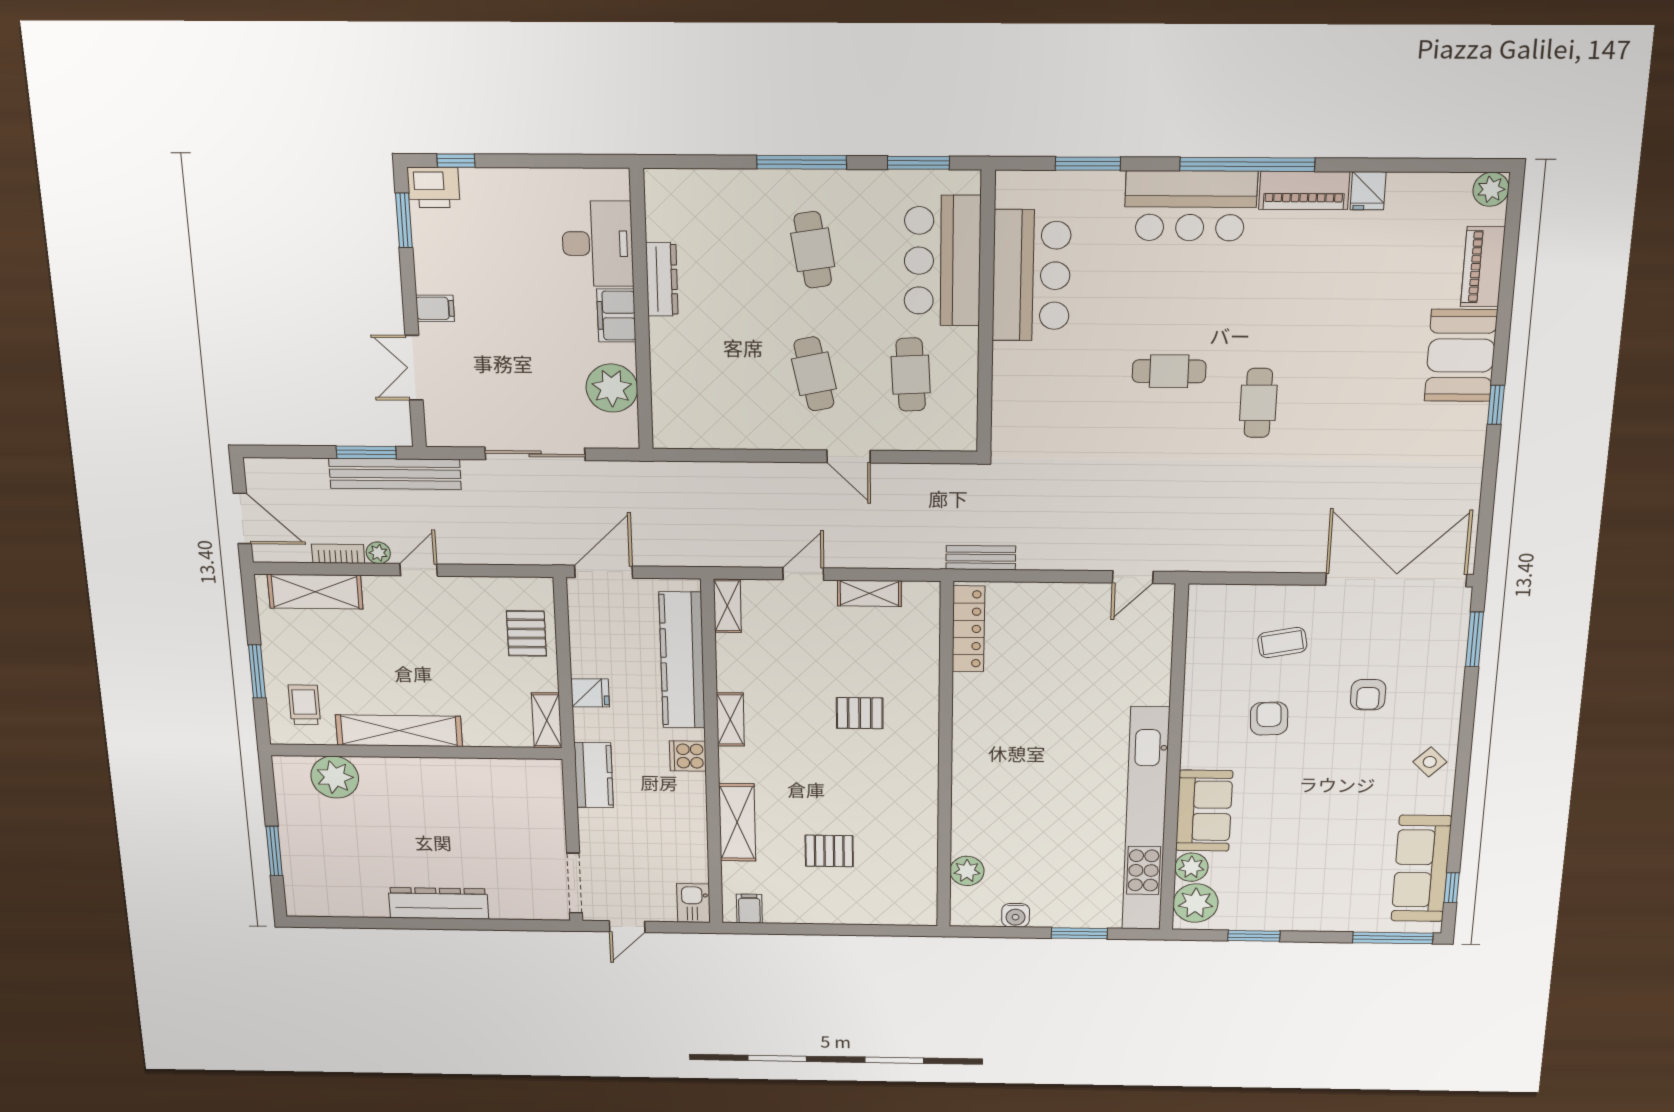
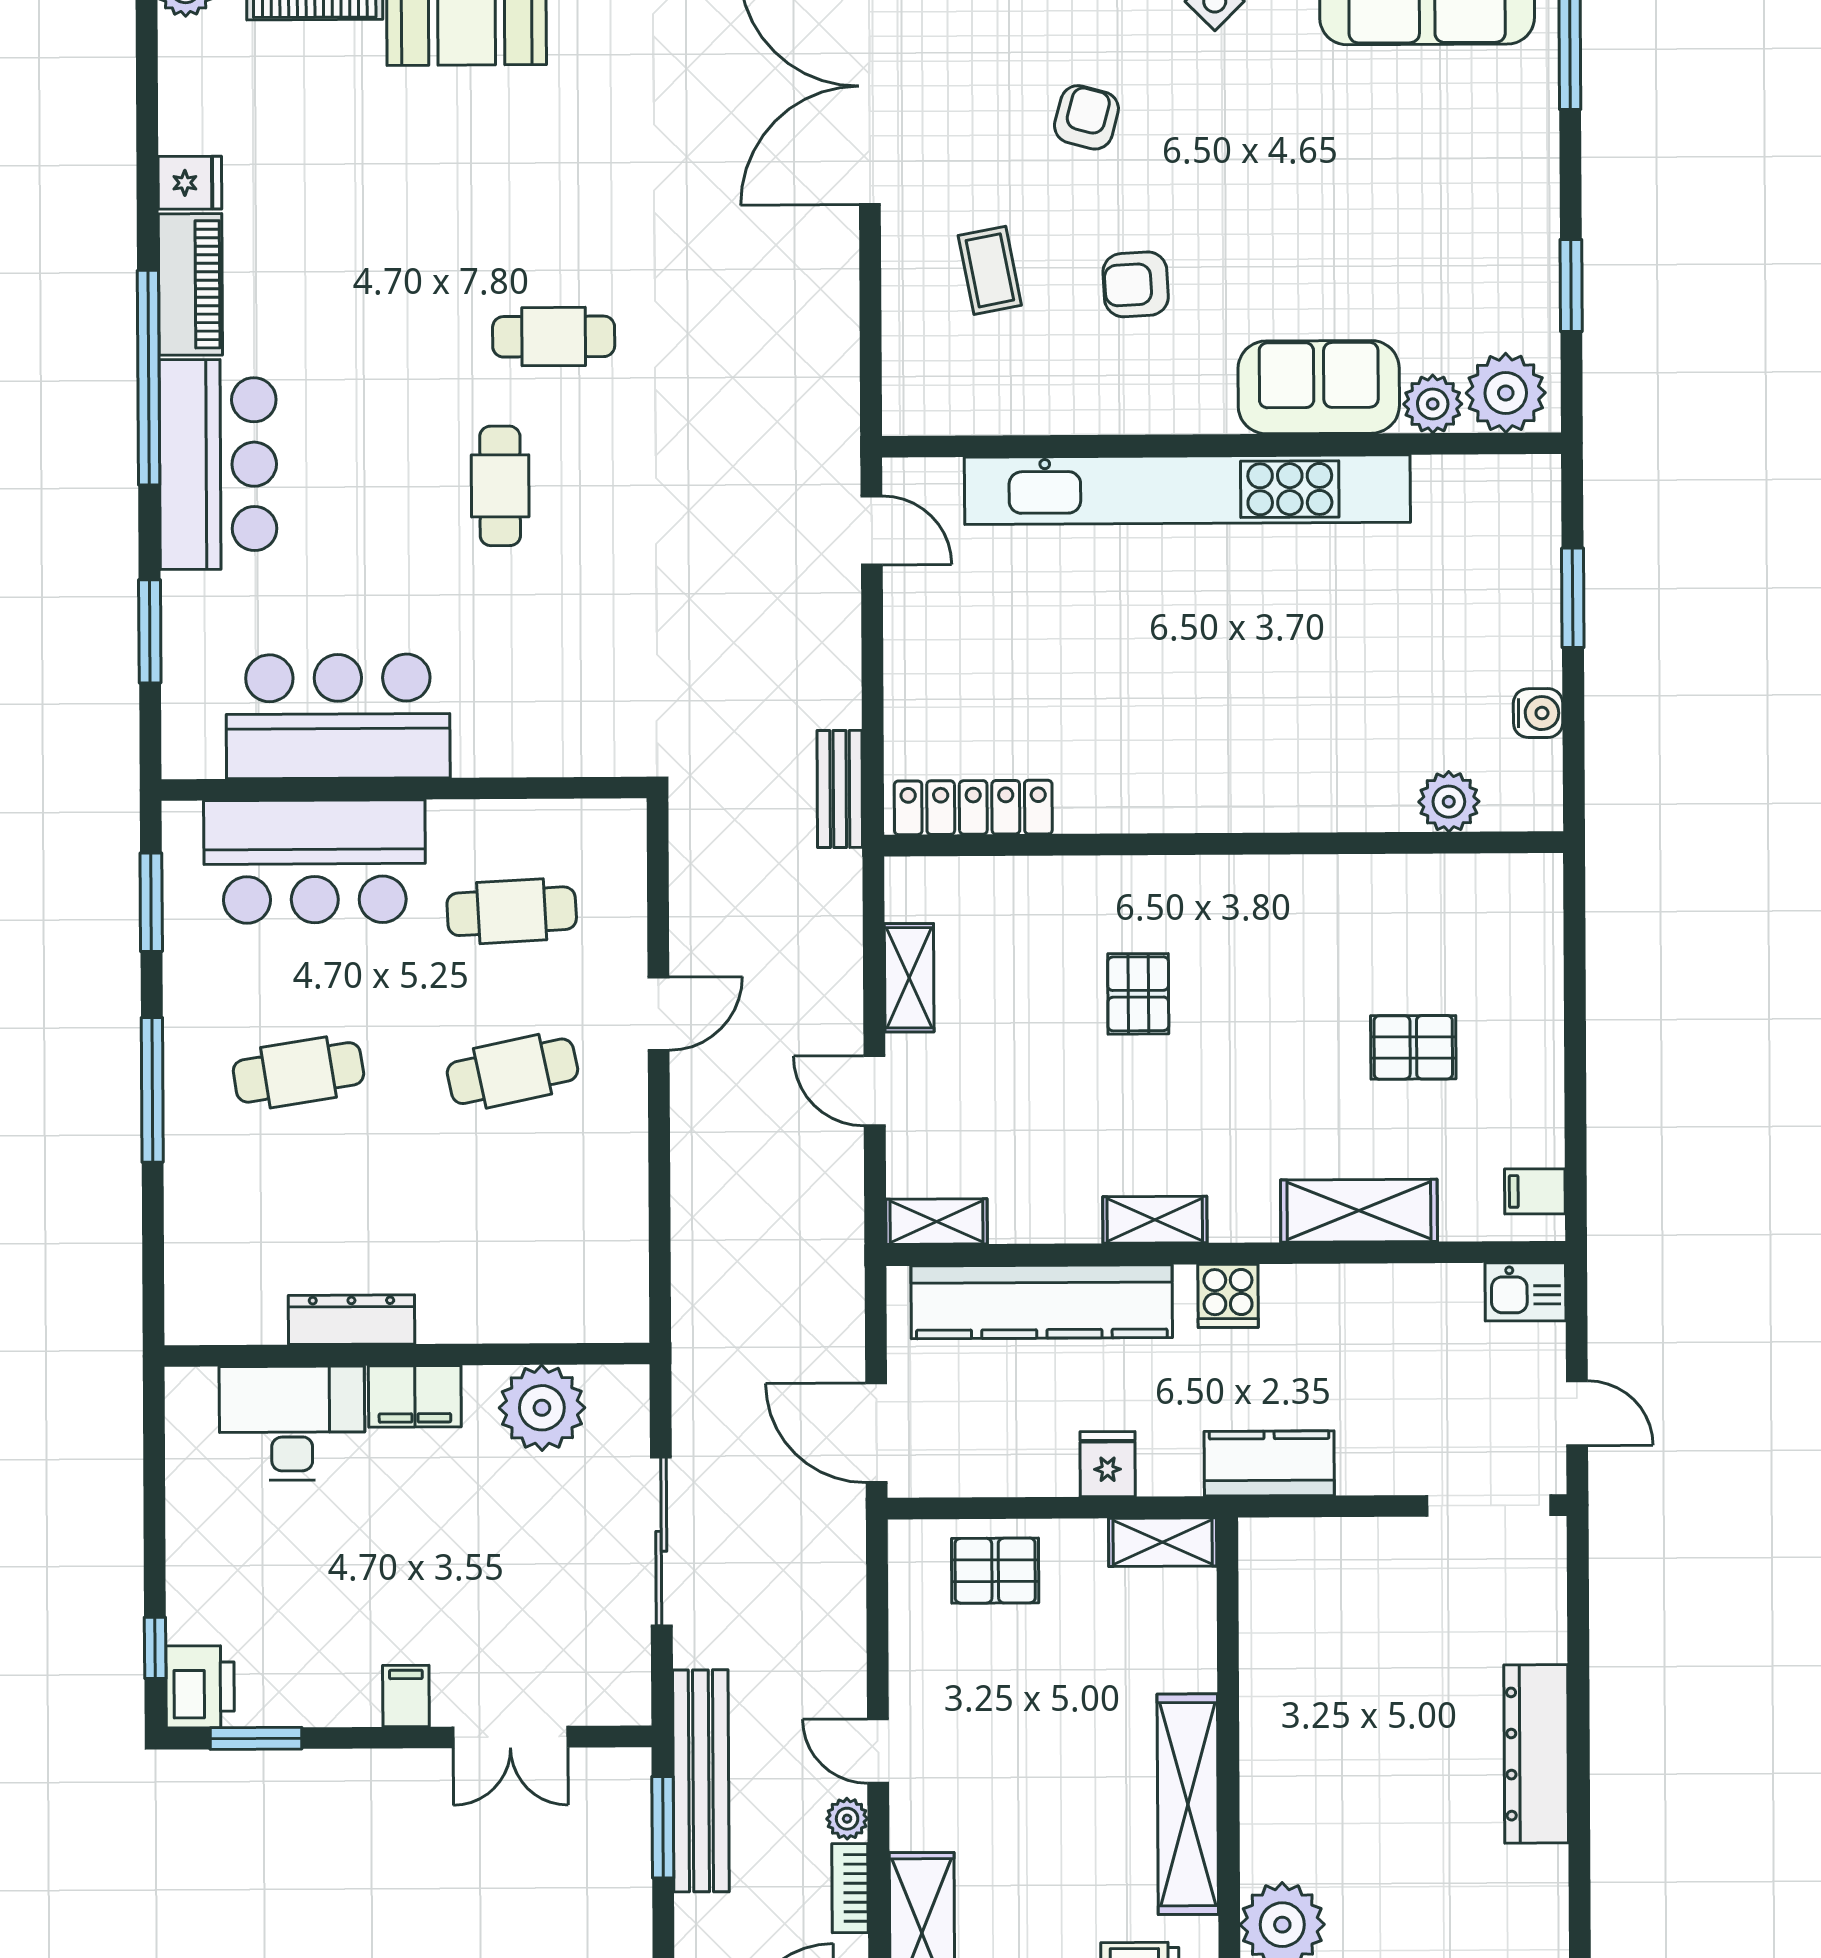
armchair: (1368, 695) -> (1086, 117), turned -75
kitchen unit: (1146, 820) -> (1187, 490), moved
pallet: (829, 851) -> (1413, 1047), turned 90

